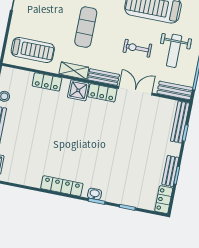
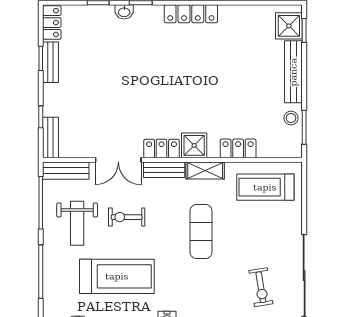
exercise bike: (137, 48) -> (127, 217), turned 180
weight bench: (174, 51) -> (77, 223), turned 180
bench: (180, 122) -> (51, 137), width x0.73
washbasin: (95, 194) -> (124, 12), moved

